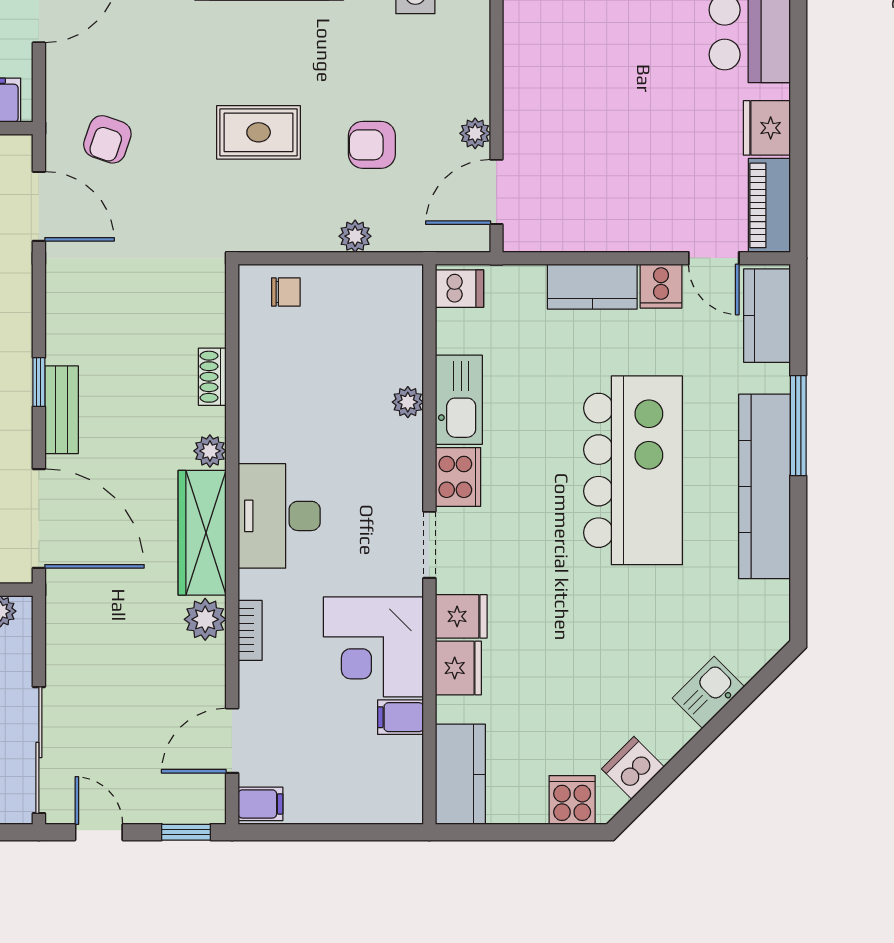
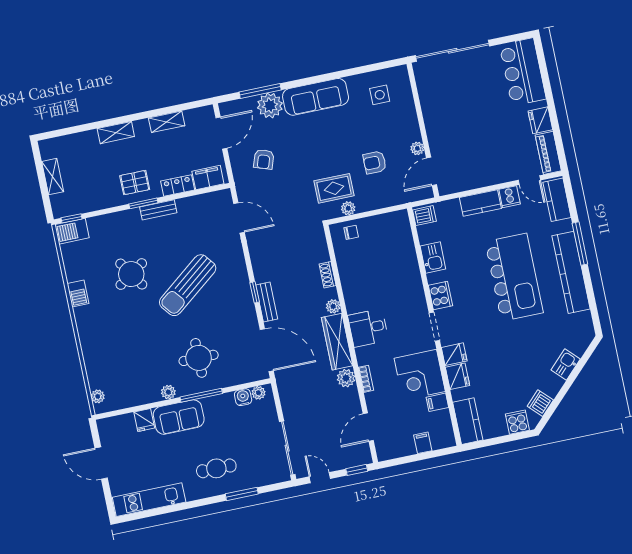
rug: (259, 132) -> (334, 188), moved
armchair: (107, 139) -> (264, 159), moved
plant: (355, 236) -> (348, 208), moved
kitchen sink: (459, 400) -> (433, 258), width x0.73
plant: (408, 402) -> (413, 268), removed
desk: (279, 516) -> (368, 328), width x0.73
filing cabinet: (260, 804) -> (423, 443), moved, turned -90

